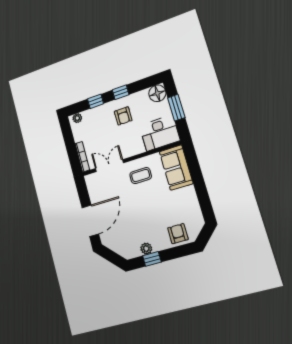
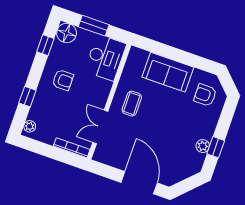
window: (121, 92) -> (45, 45), moved
sofa: (176, 167) -> (168, 72), moved
armchair: (178, 234) -> (205, 95), moved

